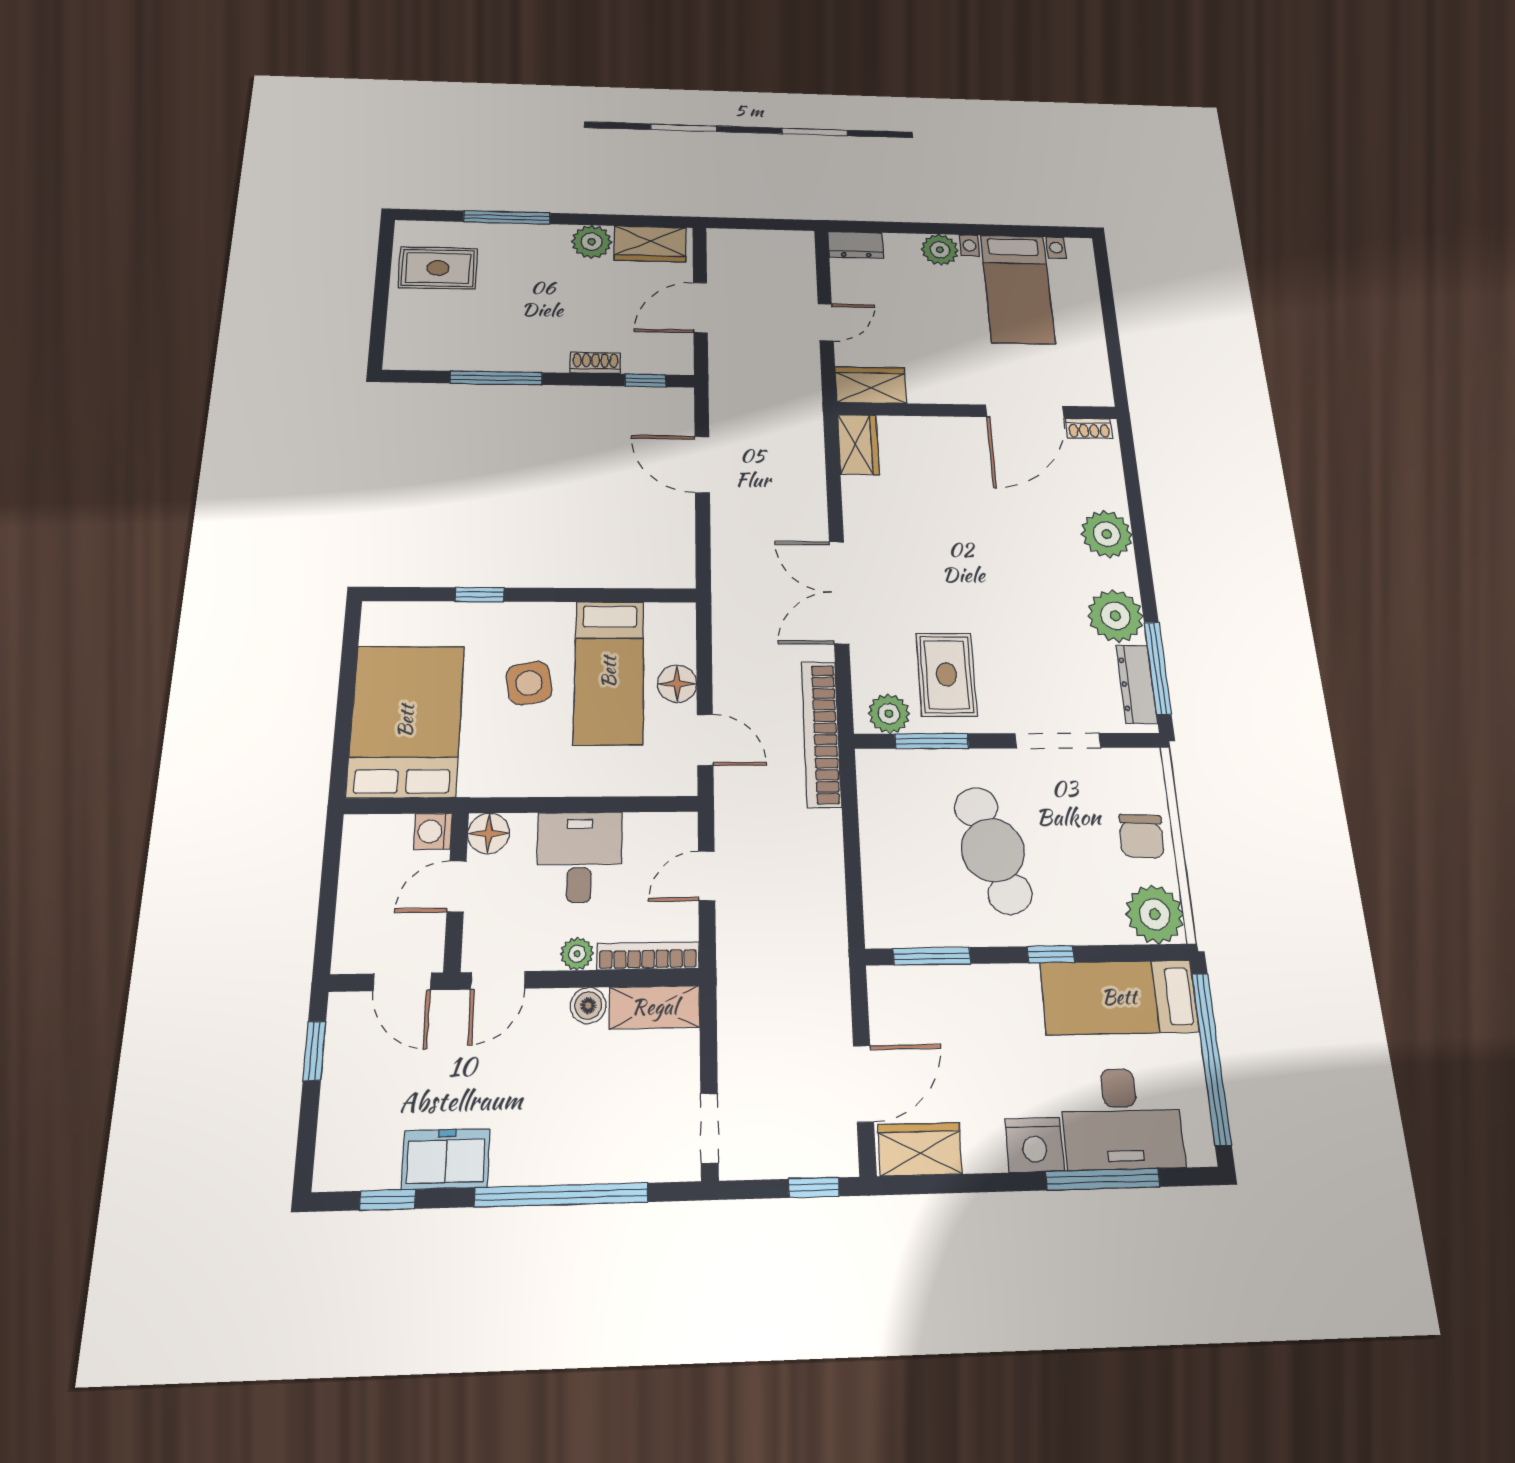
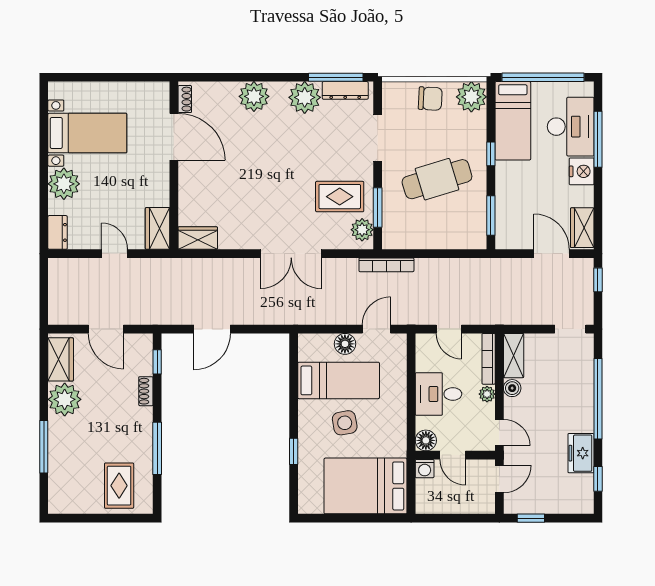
plant: (592, 242) -> (65, 399), width x1.36, depth x1.36
plant: (940, 250) -> (64, 184), width x1.36, depth x1.36
rug: (438, 268) -> (119, 486), moved
bookcase: (821, 734) -> (386, 265), width x0.68, depth x0.76

